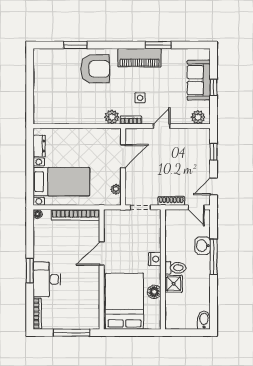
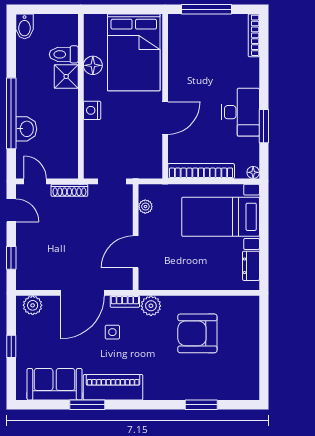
armchair: (95, 69) -> (197, 333), moved
sofa: (199, 80) -> (55, 384), moved, turned -90
door: (162, 126) -> (83, 293), width x1.88
door: (214, 186) -> (11, 210), hinge flipped
window: (214, 257) -> (11, 113), width x1.46
toilet: (175, 268) -> (64, 54), moved
window: (30, 271) -> (264, 126), moved
desk: (47, 279) -> (240, 112), moved

